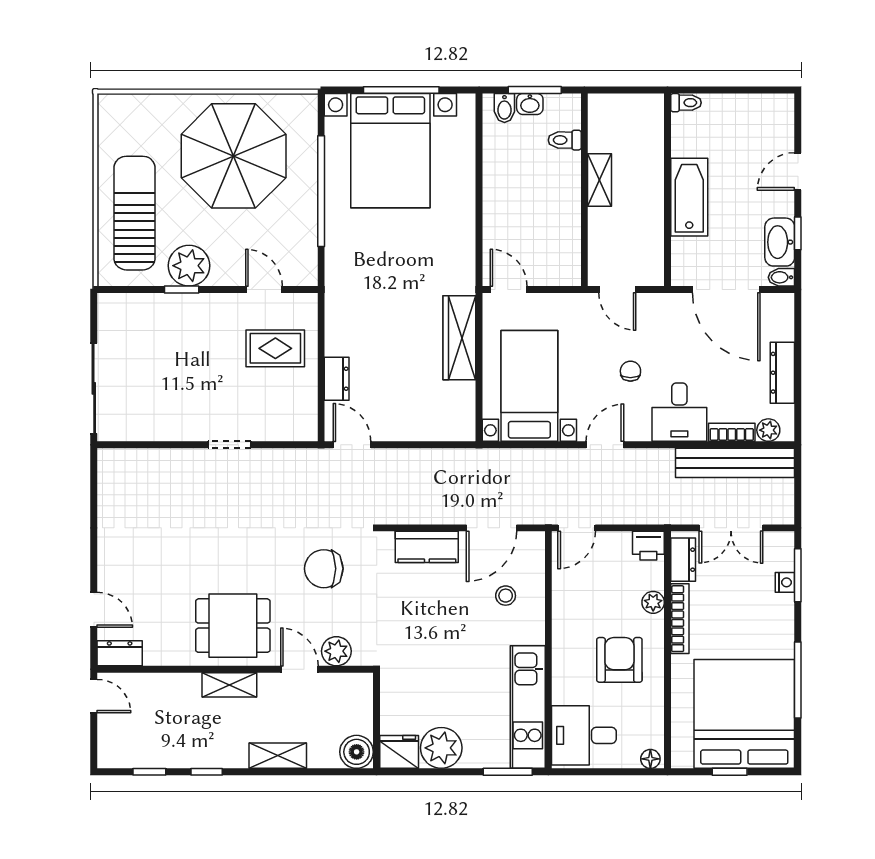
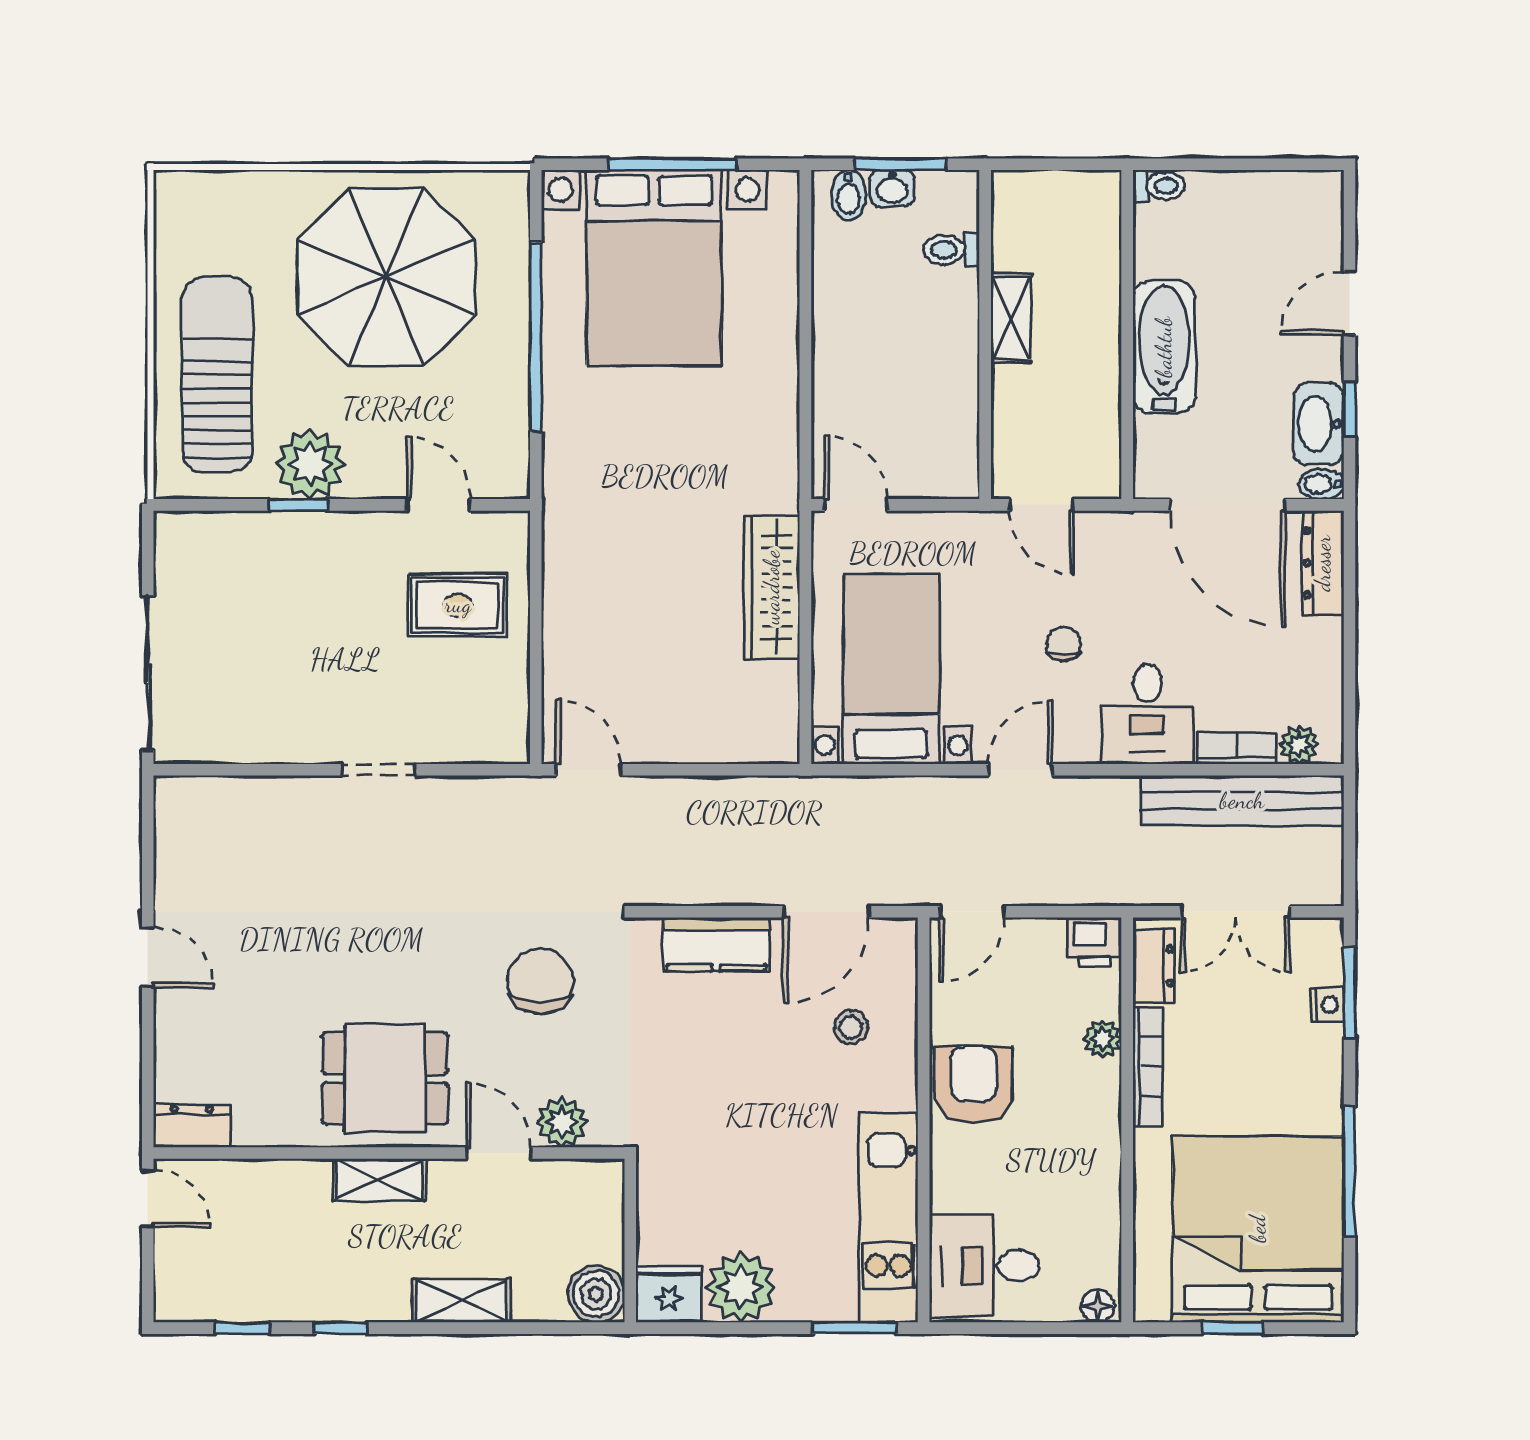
dresser: (782, 373) -> (1323, 563), moved
dresser: (337, 379) -> (562, 657), removed
chair: (324, 569) -> (540, 981), turned 90
door: (94, 610) -> (148, 957), moved
armchair: (619, 660) -> (974, 1084), moved

